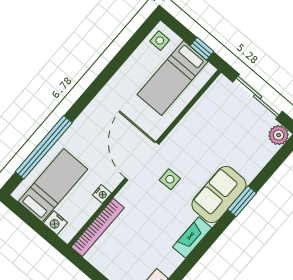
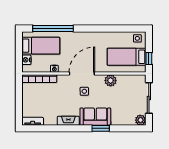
plant: (186, 129) -> (110, 80), added

